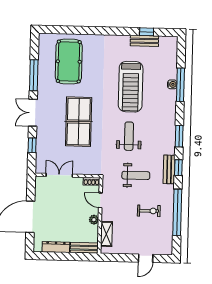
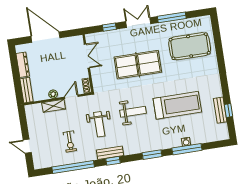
treadmill: (131, 87) -> (177, 105), turned 180
window: (179, 136) -> (152, 155), moved
shelving: (106, 234) -> (54, 106), moved

